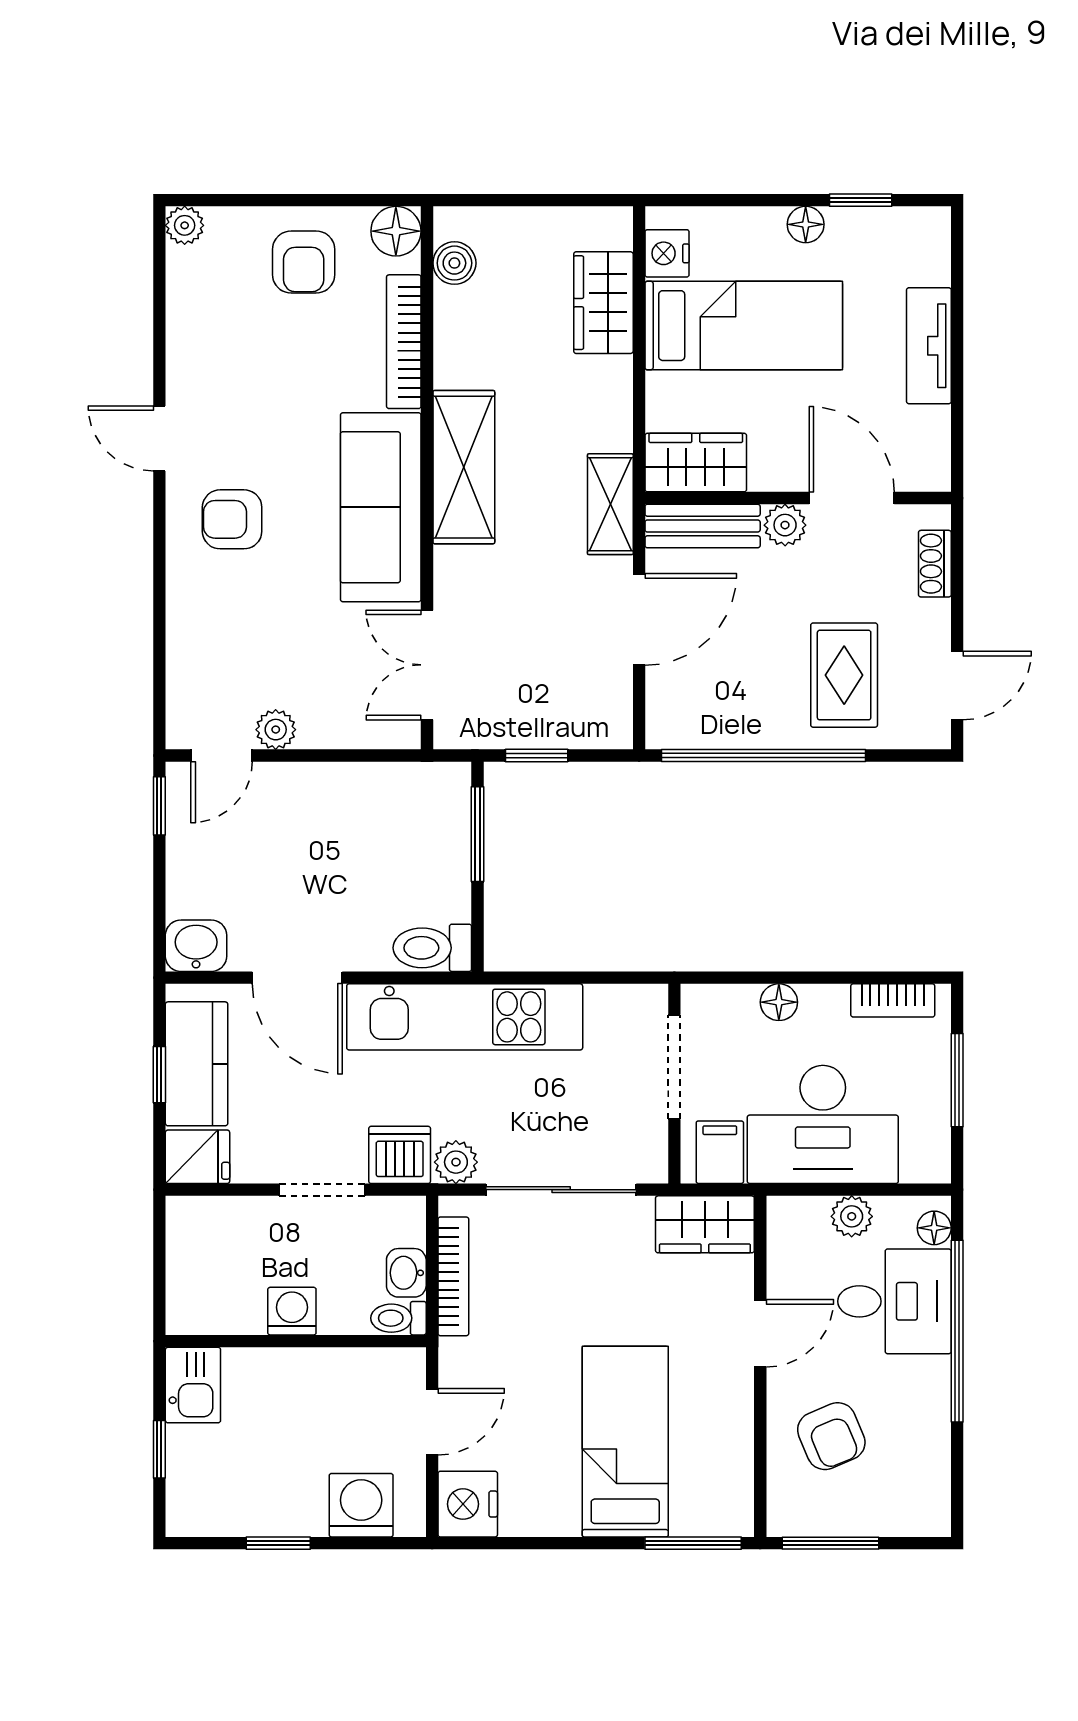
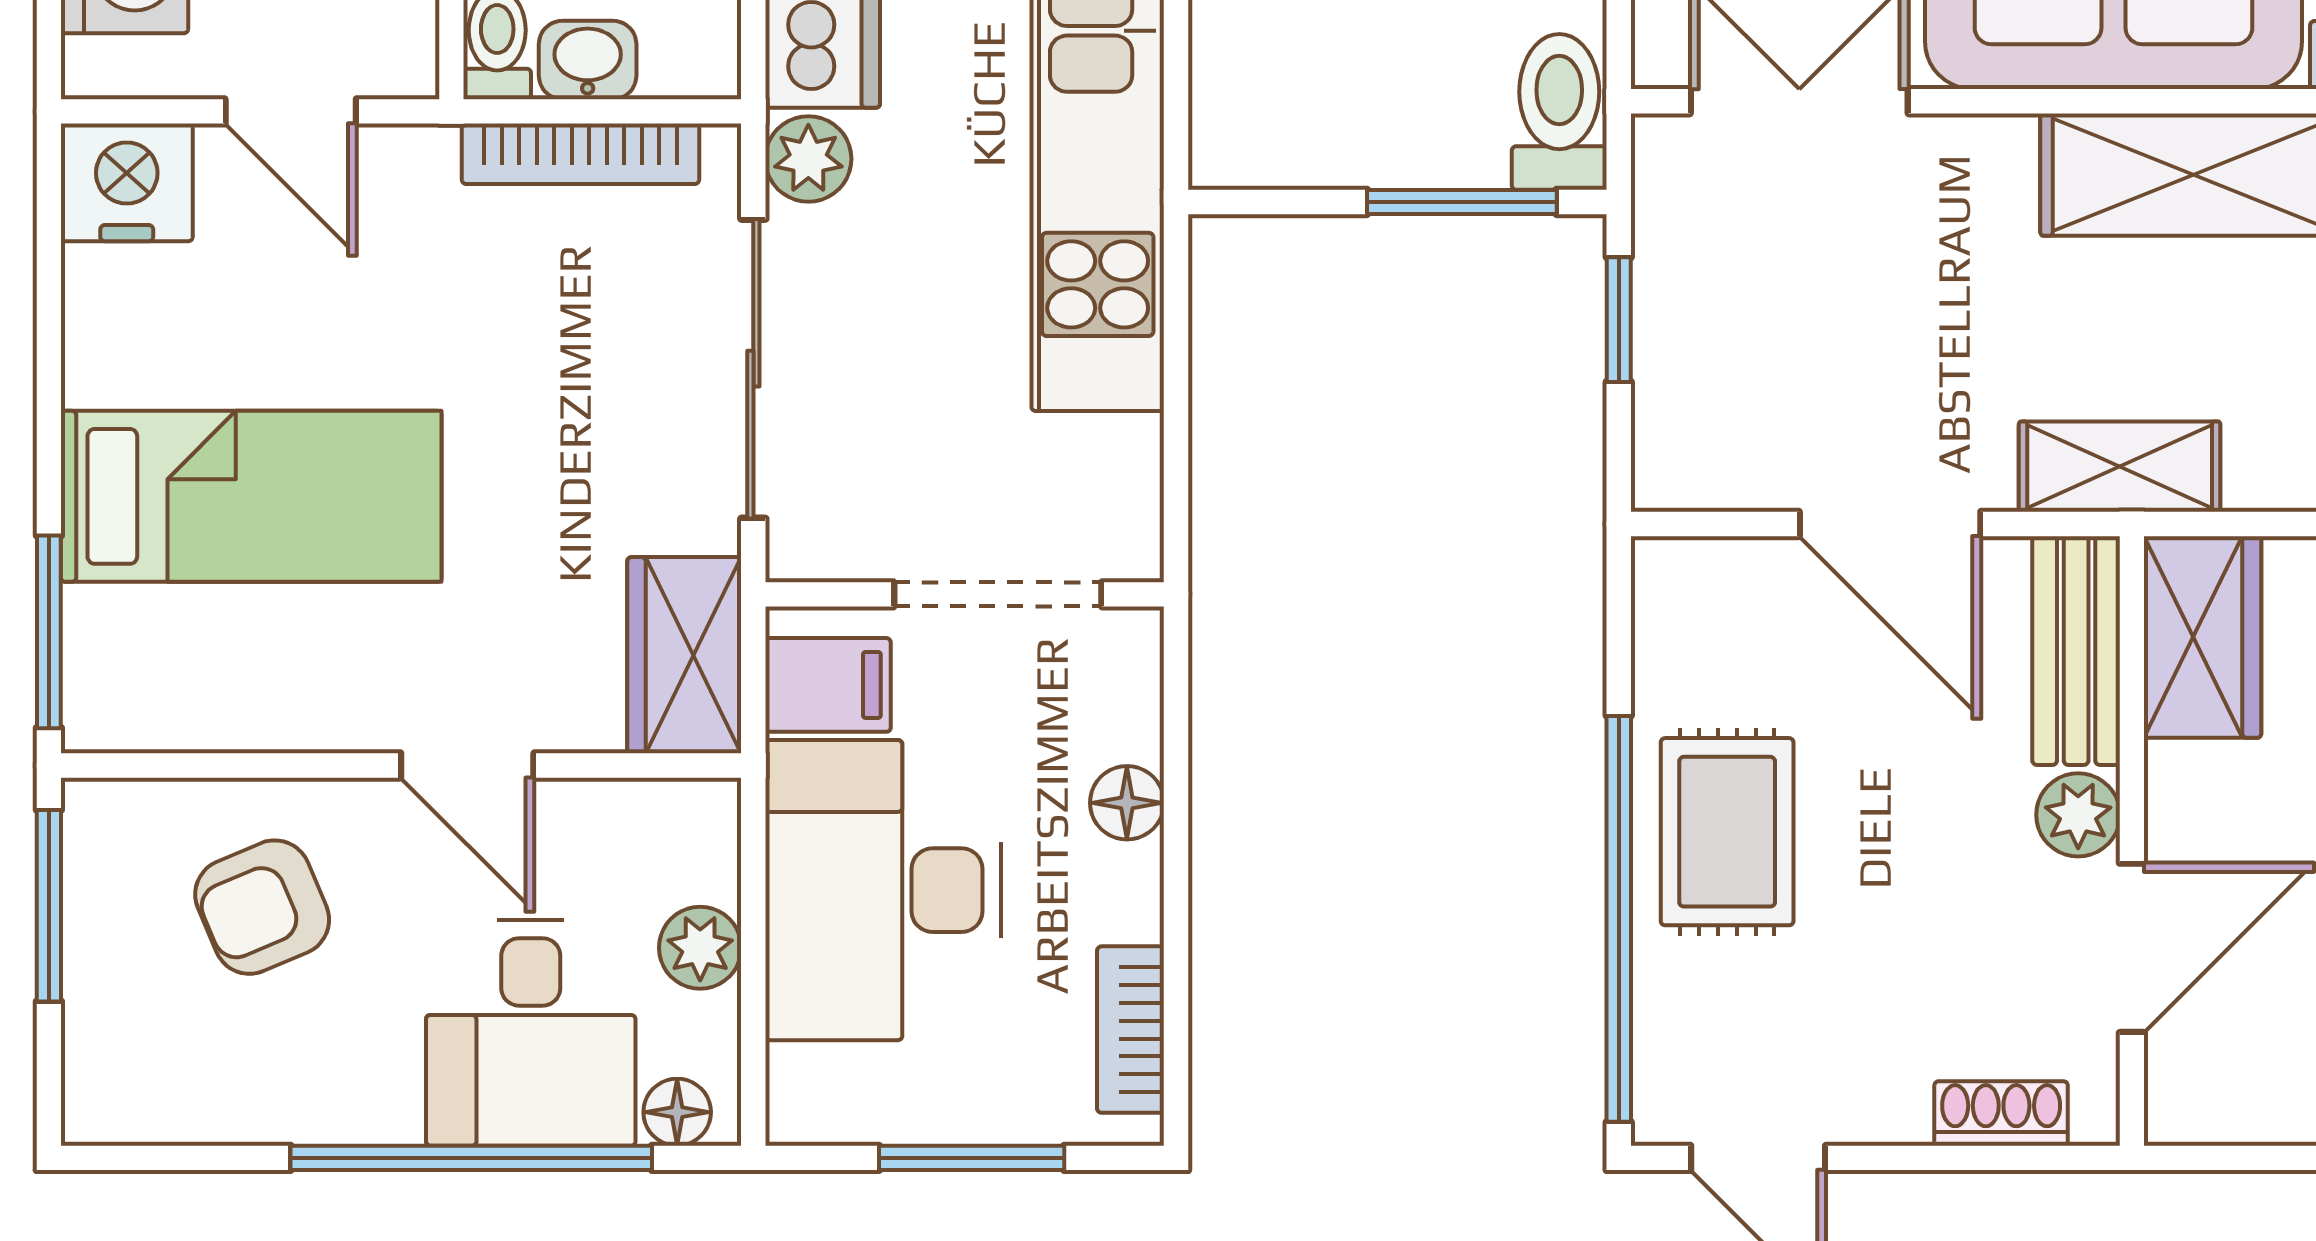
rug: (844, 675) -> (1727, 832), moved, turned 90
window: (763, 756) -> (1619, 919), moved
toilet: (432, 948) -> (1559, 112), moved

